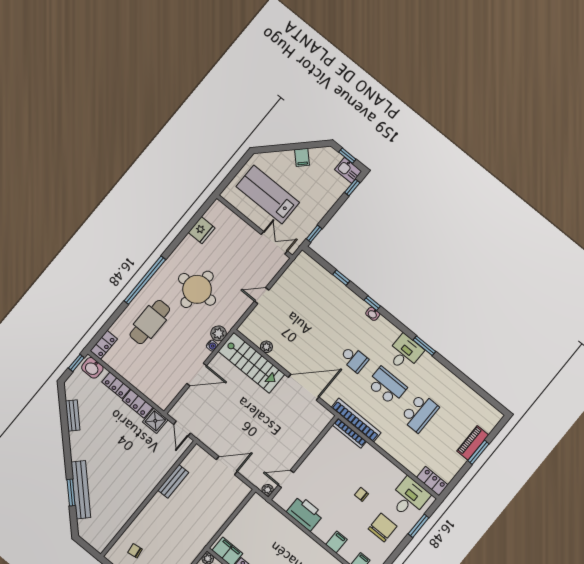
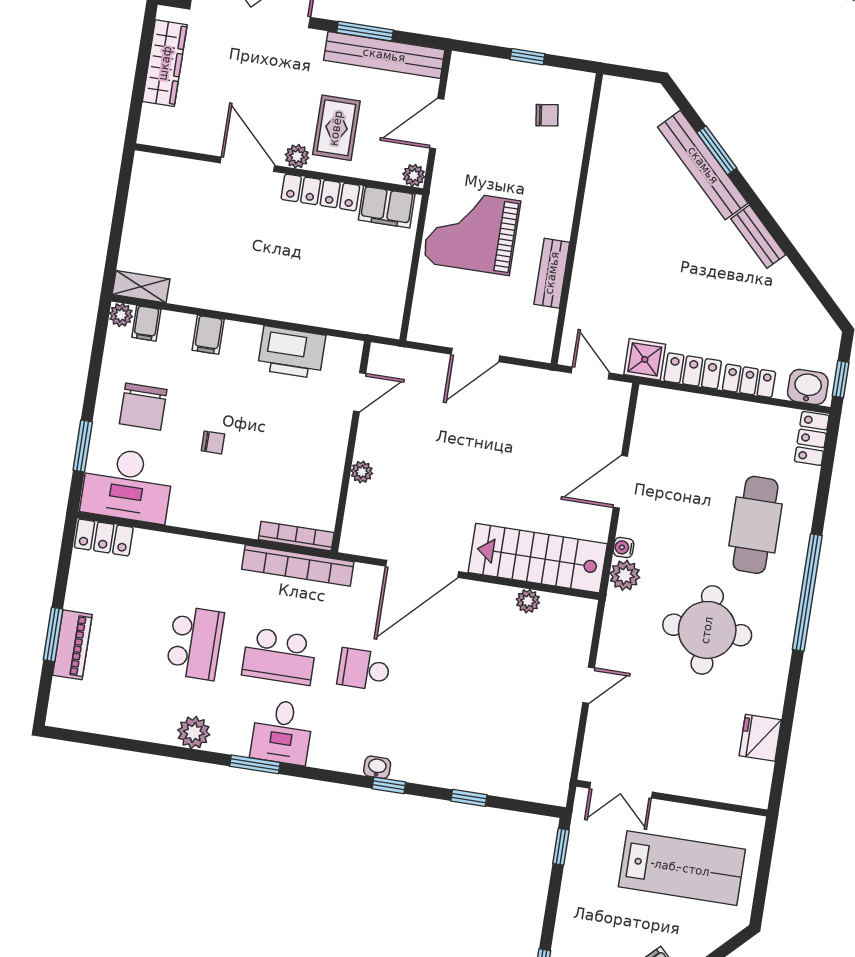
plant: (443, 375) -> (194, 732), added
school desk: (420, 413) -> (195, 643), turned 180
bench: (73, 416) -> (758, 237), moved
plant: (268, 490) -> (362, 472), moved
desk: (409, 498) -> (127, 485), width x1.37
grand piano: (197, 520) -> (472, 232), added

